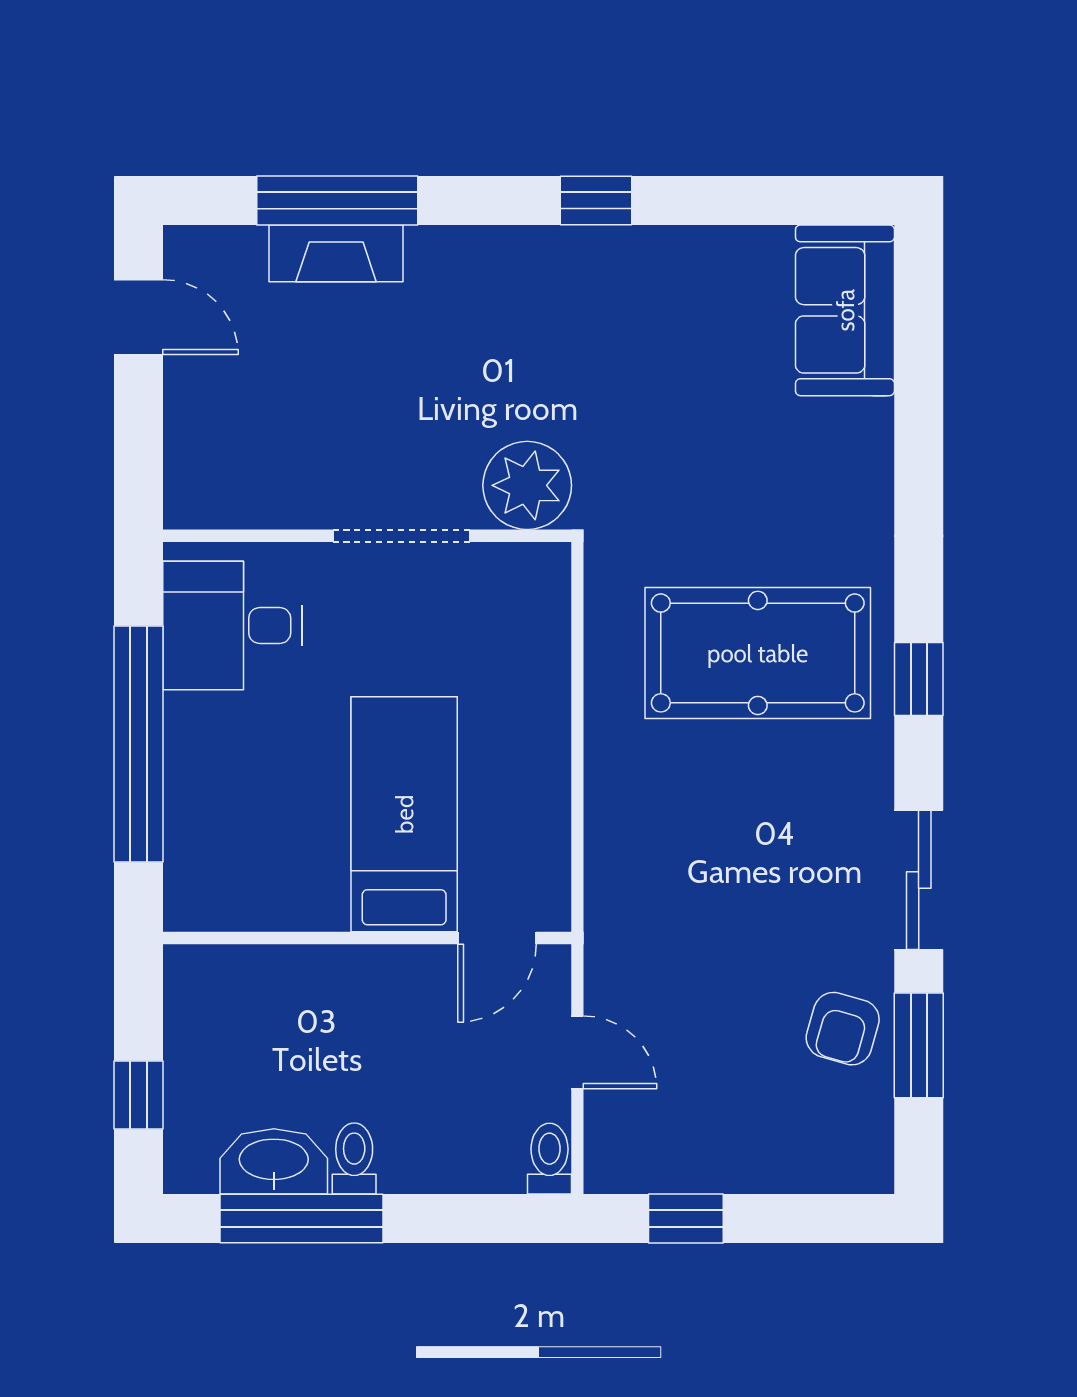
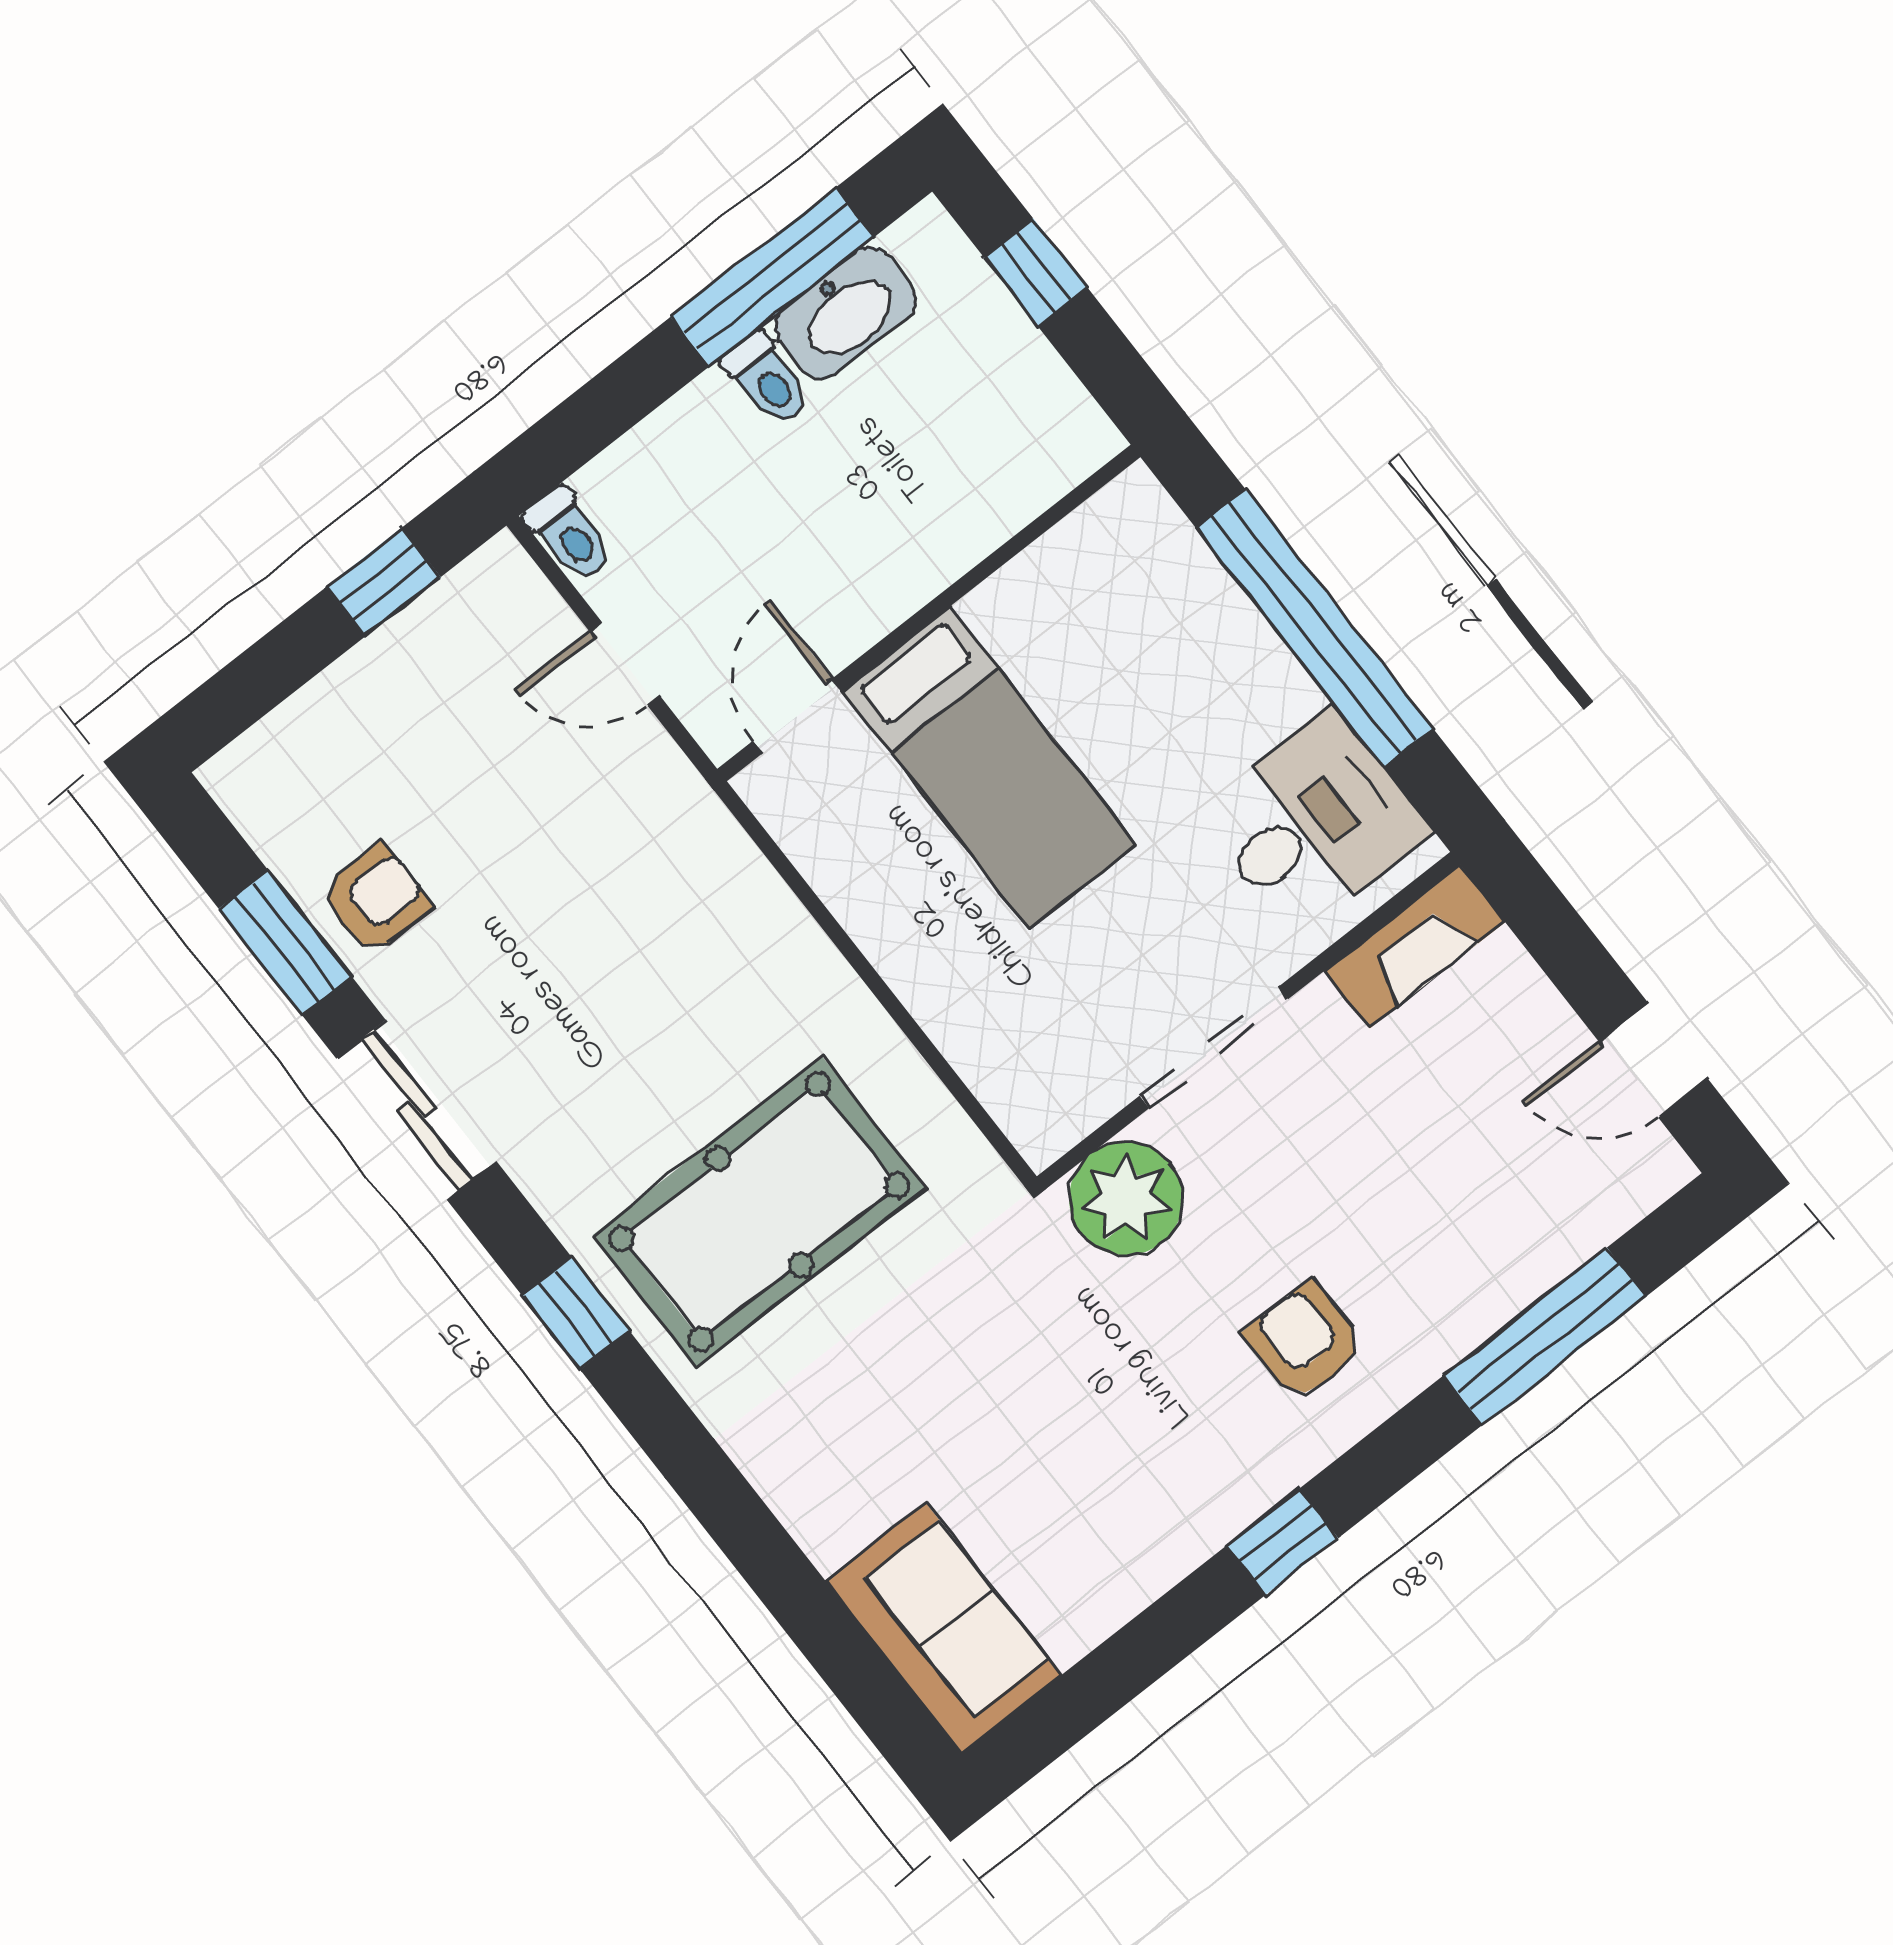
fireplace: (336, 253) -> (1415, 946), moved, turned 180
armchair: (486, 313) -> (1305, 1341), added
armchair: (843, 1029) -> (375, 899), turned 74

